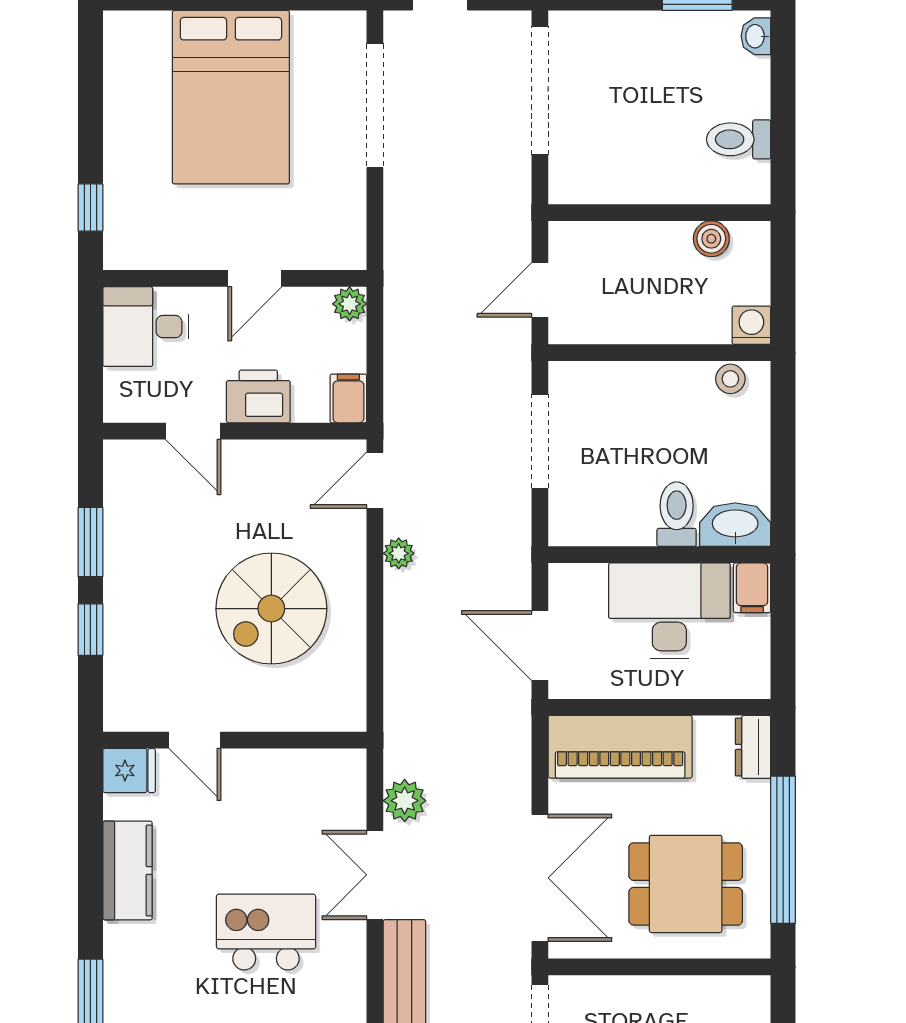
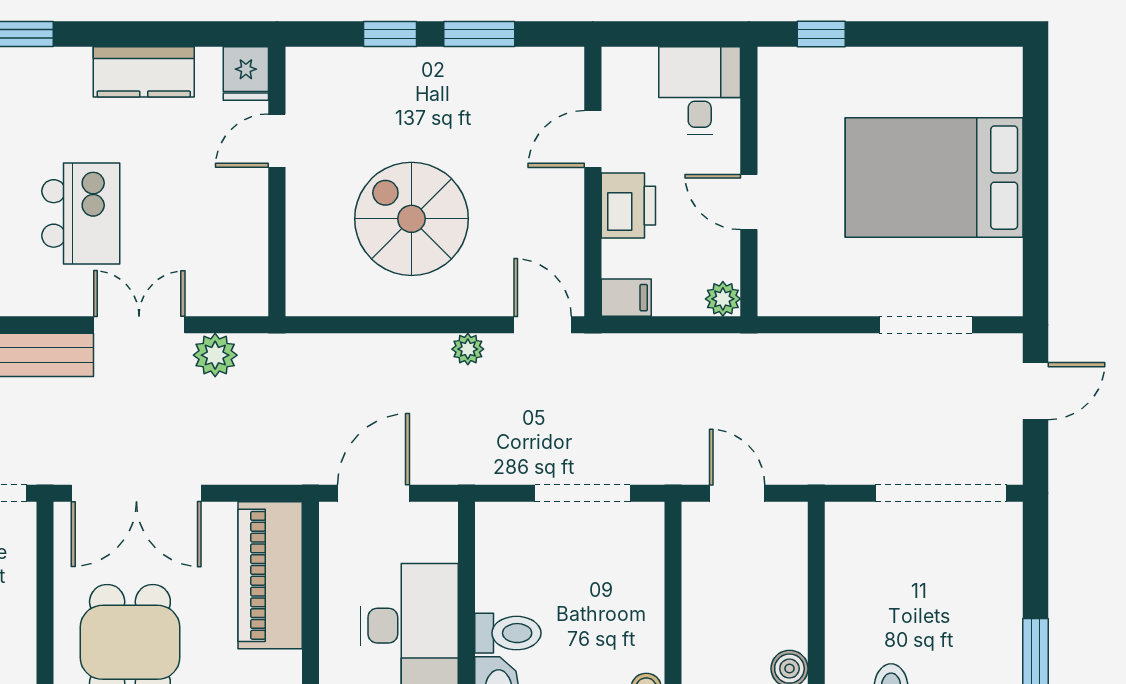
doorway: (375, 106) -> (926, 325), width x0.73

